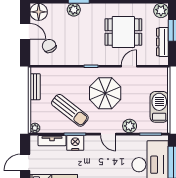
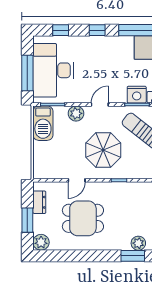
dresser: (162, 42) -> (39, 202), width x0.70
barbecue: (159, 107) -> (43, 123), moved
door: (108, 134) -> (100, 104), hinge flipped

